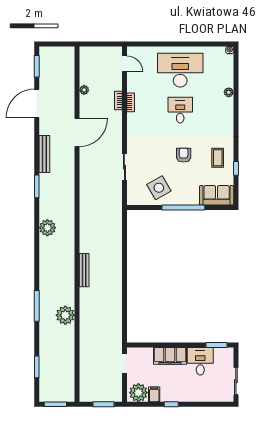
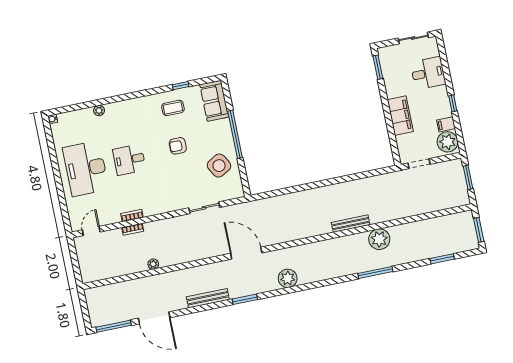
window: (37, 66) -> (113, 326), width x1.44
plant: (84, 90) -> (153, 264), moved
door: (77, 132) -> (246, 253), moved
bench: (84, 270) -> (351, 224), moved
desk: (200, 361) -> (428, 73), moved, turned 180

